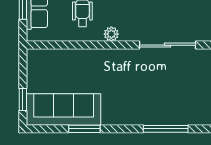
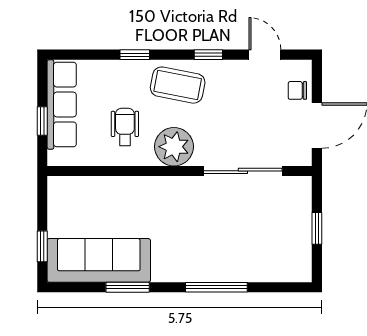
plant: (111, 34) -> (174, 147), width x1.87, depth x1.87
window: (166, 129) -> (216, 287), moved

